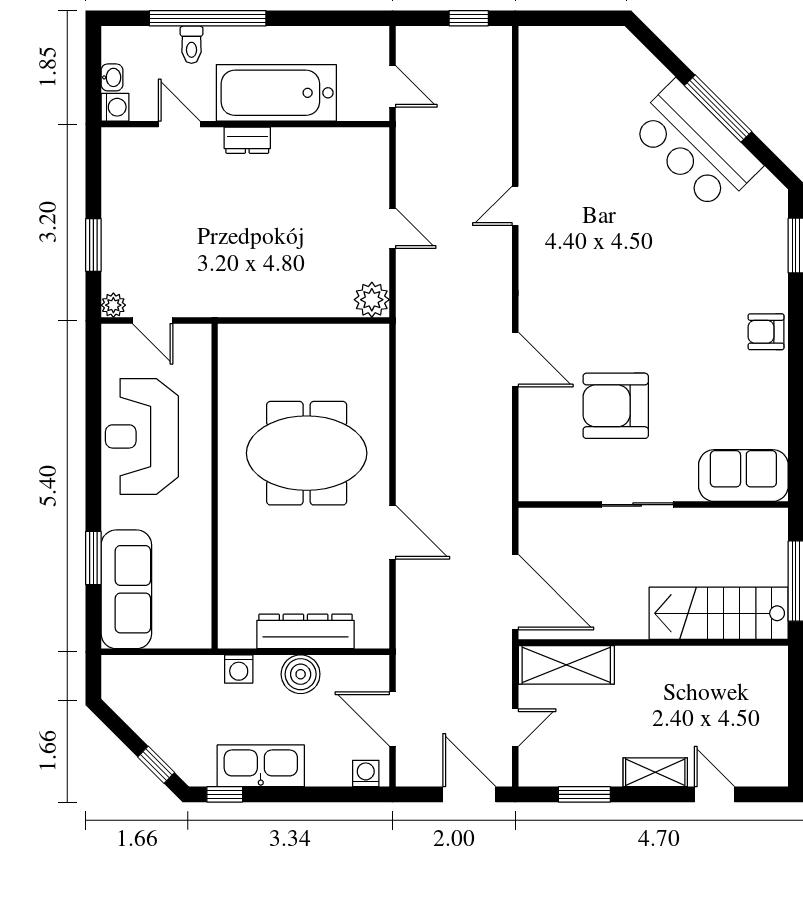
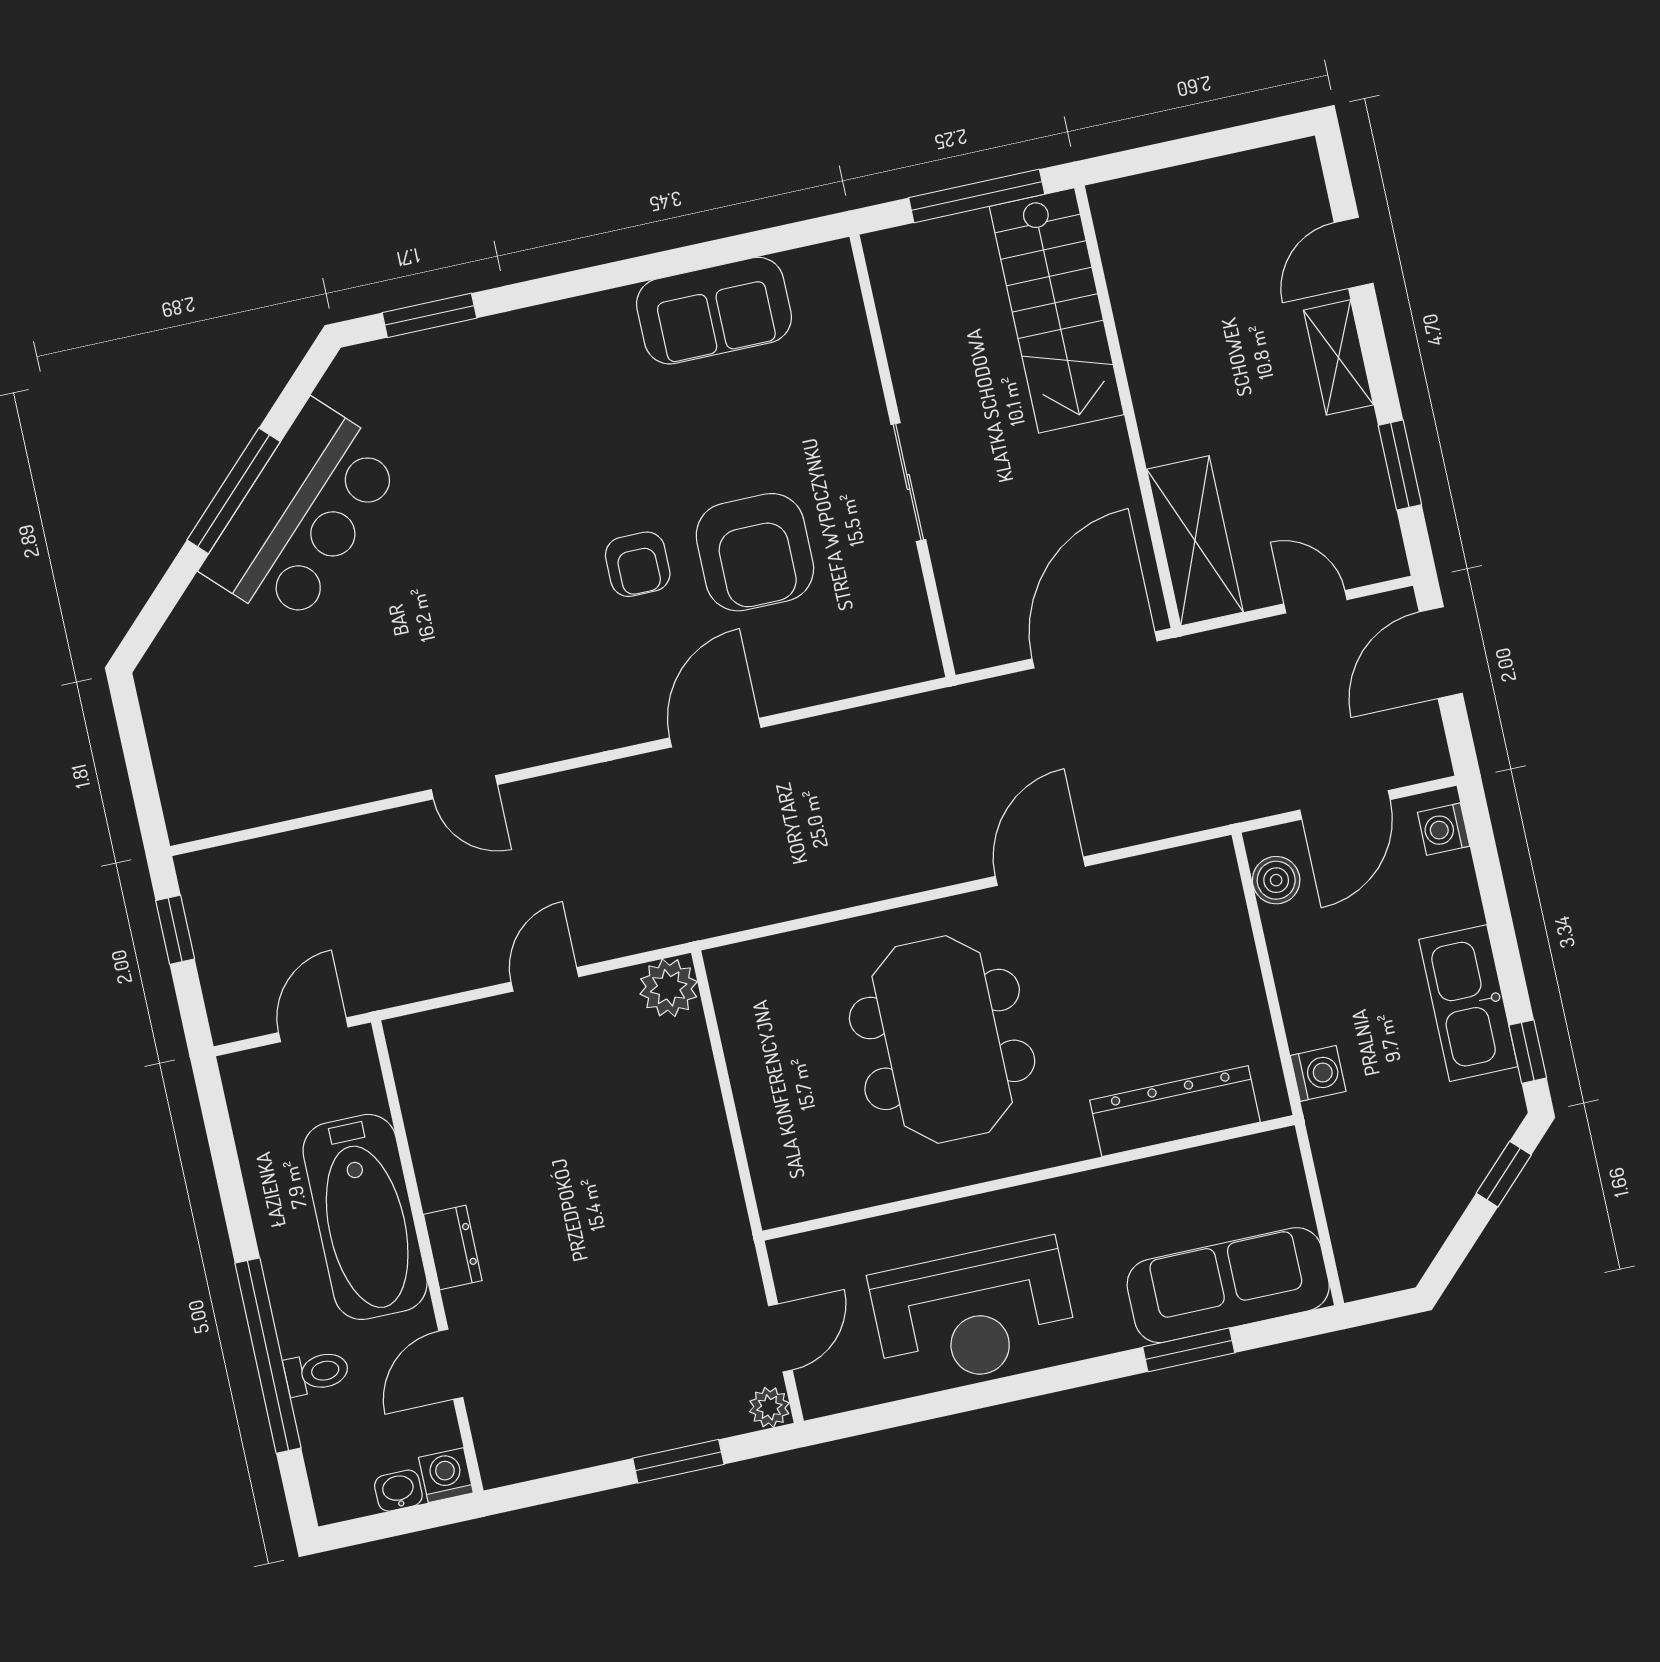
armchair: (766, 332) -> (638, 564), moved
sofa: (743, 476) -> (714, 311), moved, turned -90
dresser: (306, 631) -> (1175, 1111), moved, turned 90
boiler: (301, 674) -> (1276, 880), moved, width x0.73, depth x0.73

